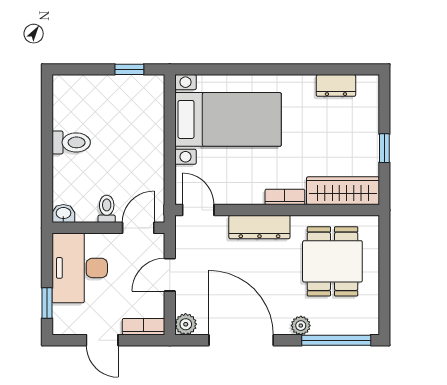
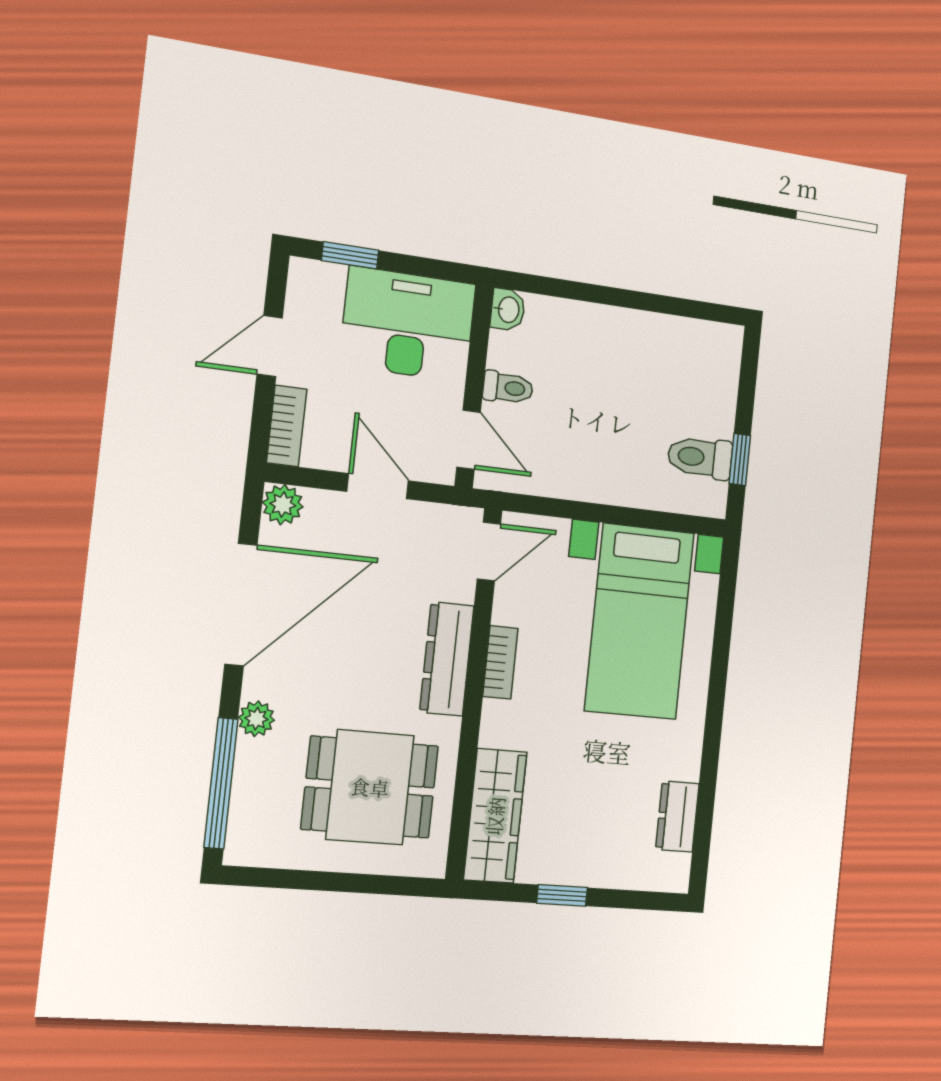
toilet: (71, 142) -> (700, 457), moved, turned 90
bookcase: (285, 197) -> (500, 662), moved

